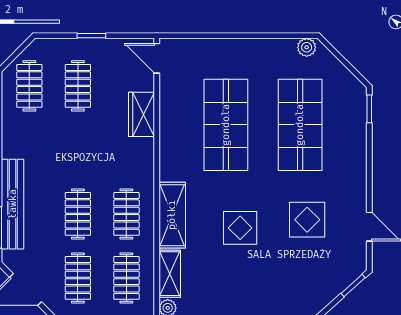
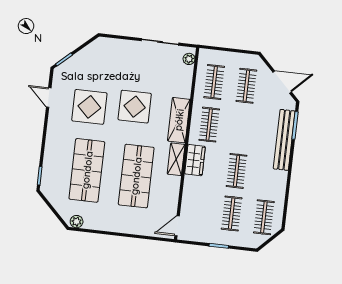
door: (157, 58) -> (177, 226), swing flipped
wardrobe: (141, 114) -> (195, 160), moved
clothes rail: (78, 214) -> (237, 171), moved
display table: (307, 220) -> (89, 107), width x1.36, depth x1.36
display table: (240, 228) -> (135, 107), width x1.36, depth x1.36
shelving: (170, 274) -> (176, 159), moved

